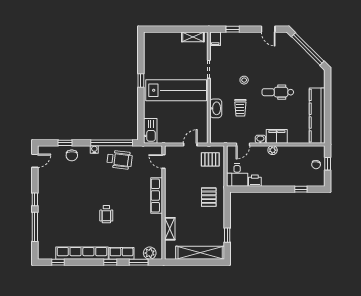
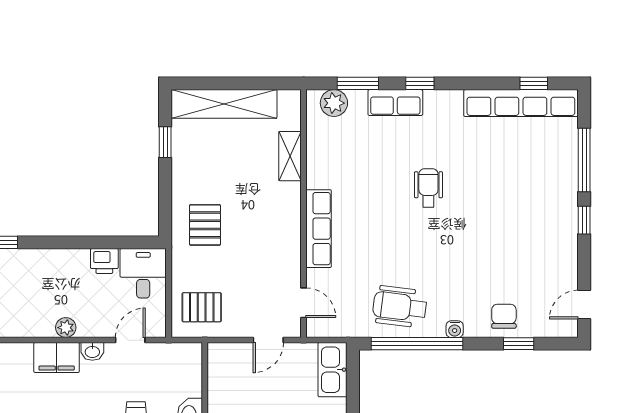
door: (190, 144) -> (268, 340), moved
row of seats: (82, 253) -> (521, 103), moved

